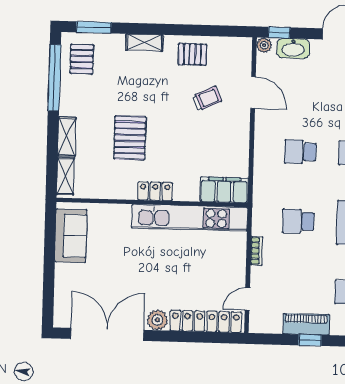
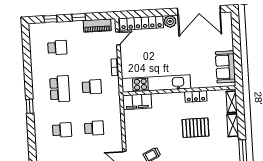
pallet: (130, 138) -> (195, 128), turned 90
locker: (155, 191) -> (196, 96), moved
piano: (306, 324) -> (97, 26), moved

